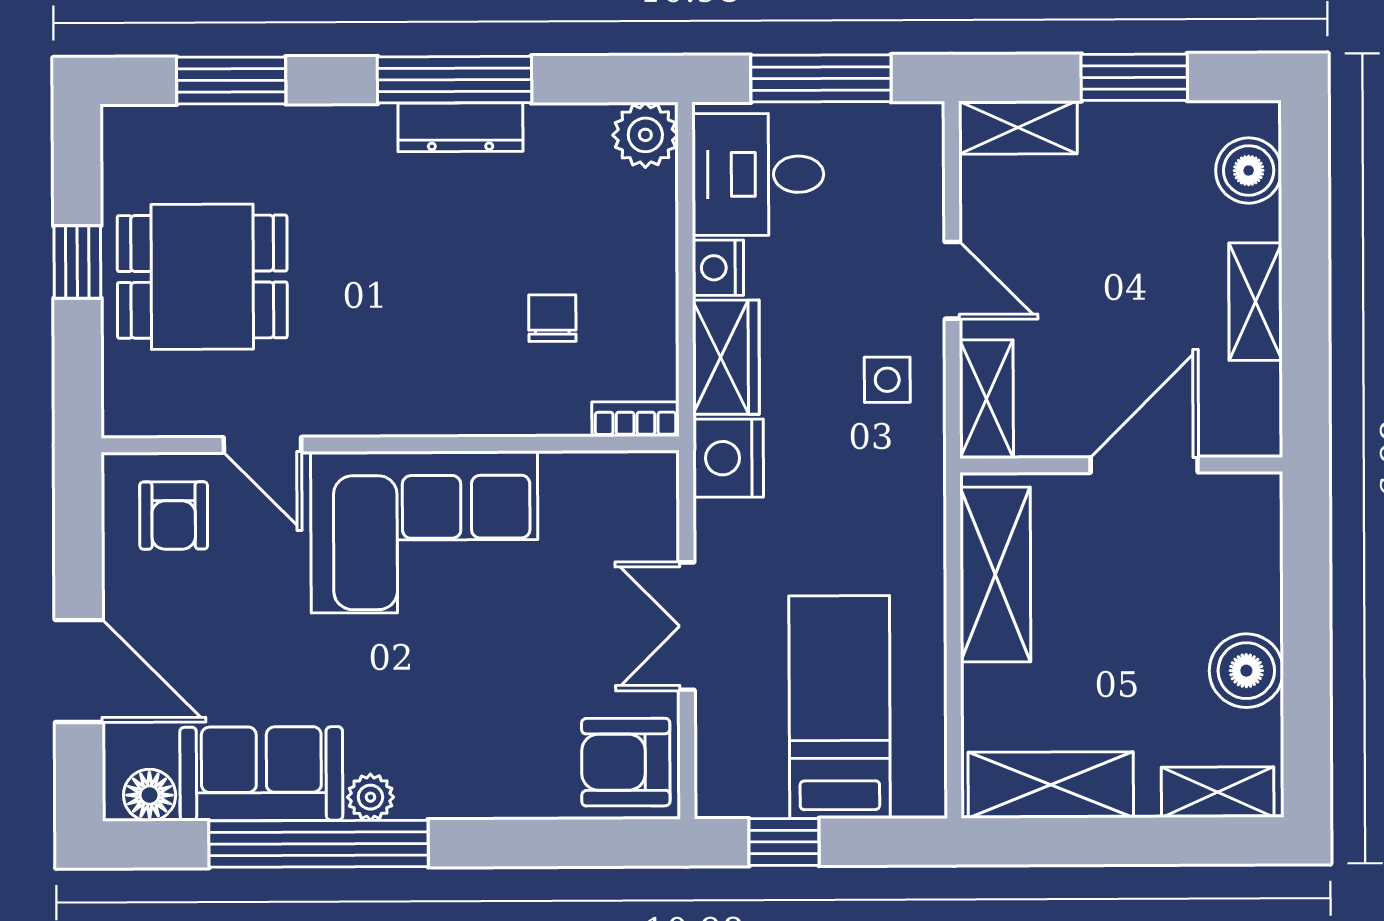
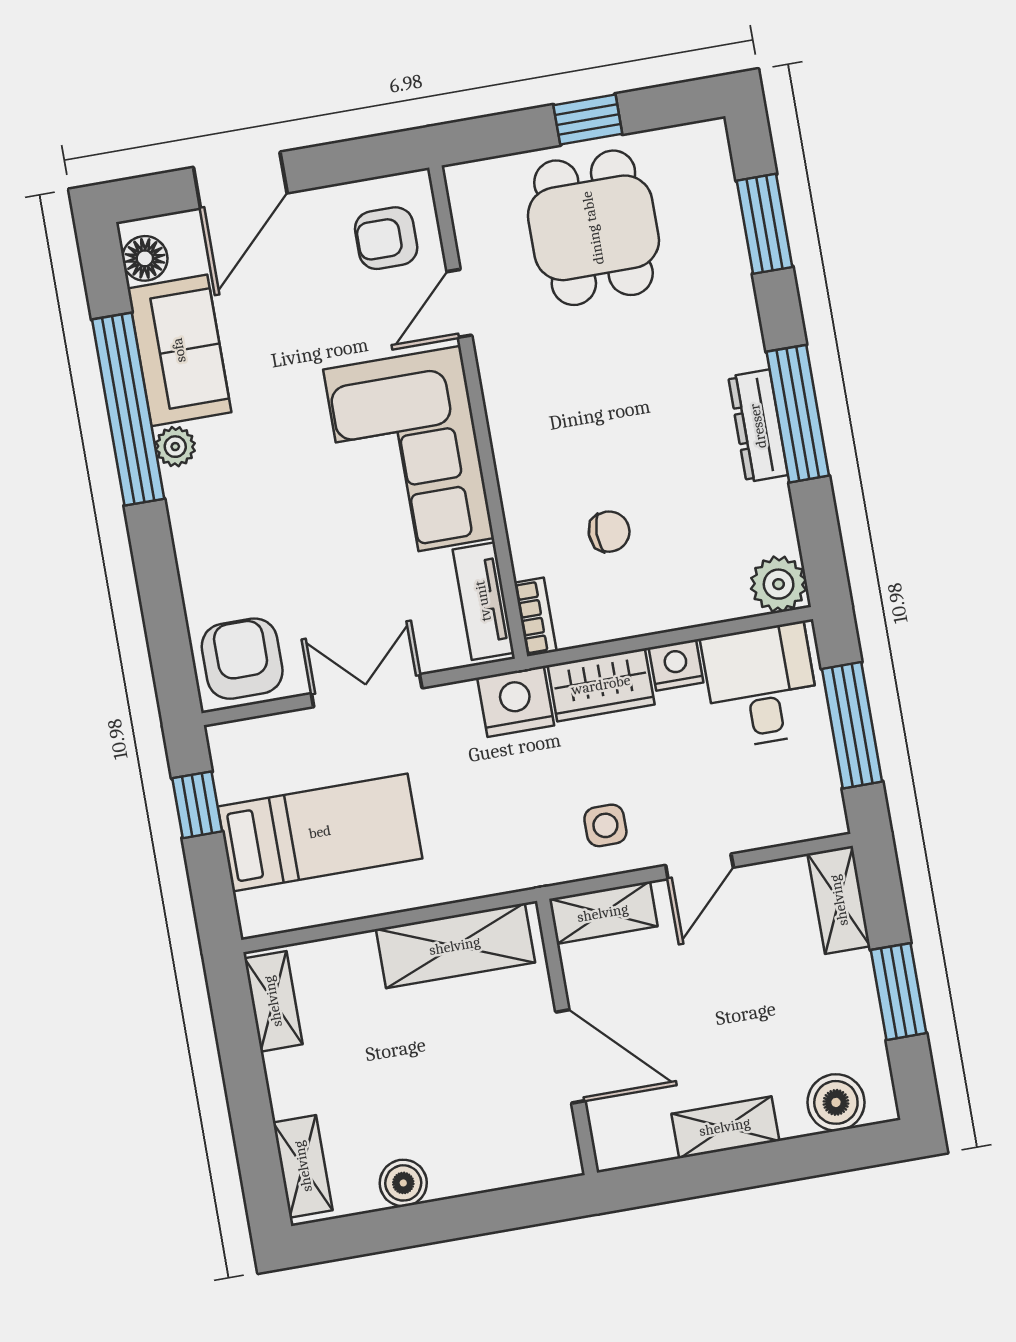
tv unit: (607, 475) -> (483, 601), added
boiler: (1246, 671) -> (403, 1183), width x0.73, depth x0.73
shelving: (1051, 785) -> (273, 1001), width x0.67, depth x0.75

